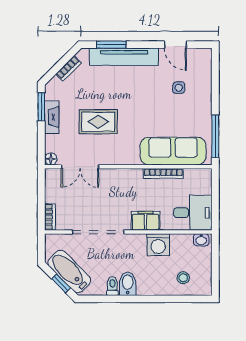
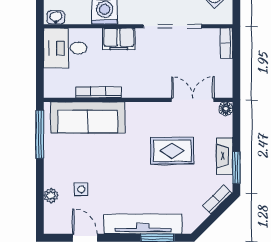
bookcase: (69, 68) -> (217, 199), moved
plant: (205, 82) -> (51, 196), added

